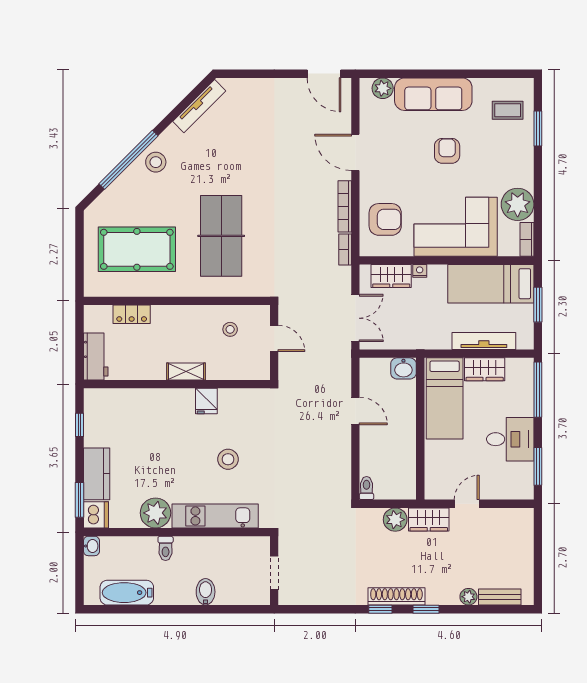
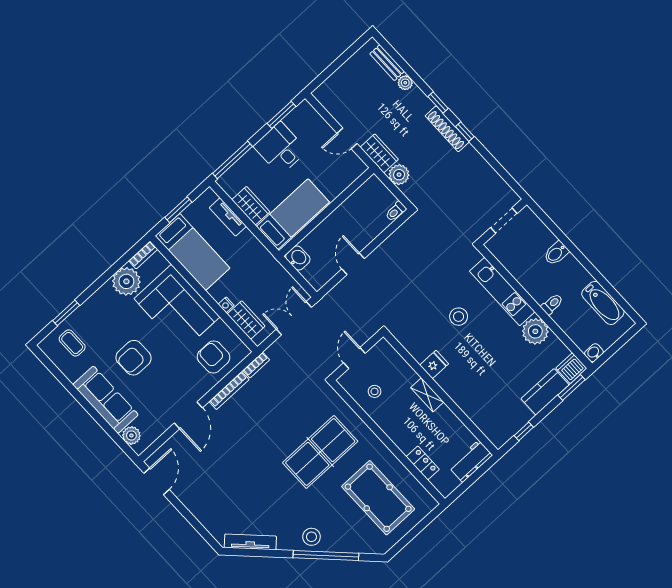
armchair: (447, 151) -> (134, 358), width x1.38, depth x1.38
tv unit: (484, 341) -> (228, 217), width x0.71

